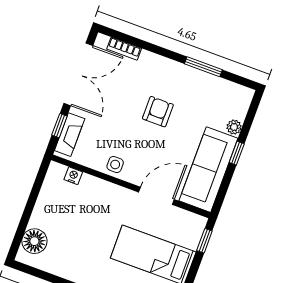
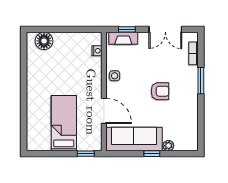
window: (203, 67) -> (201, 81), moved
double door: (78, 74) -> (165, 29), width x0.73

